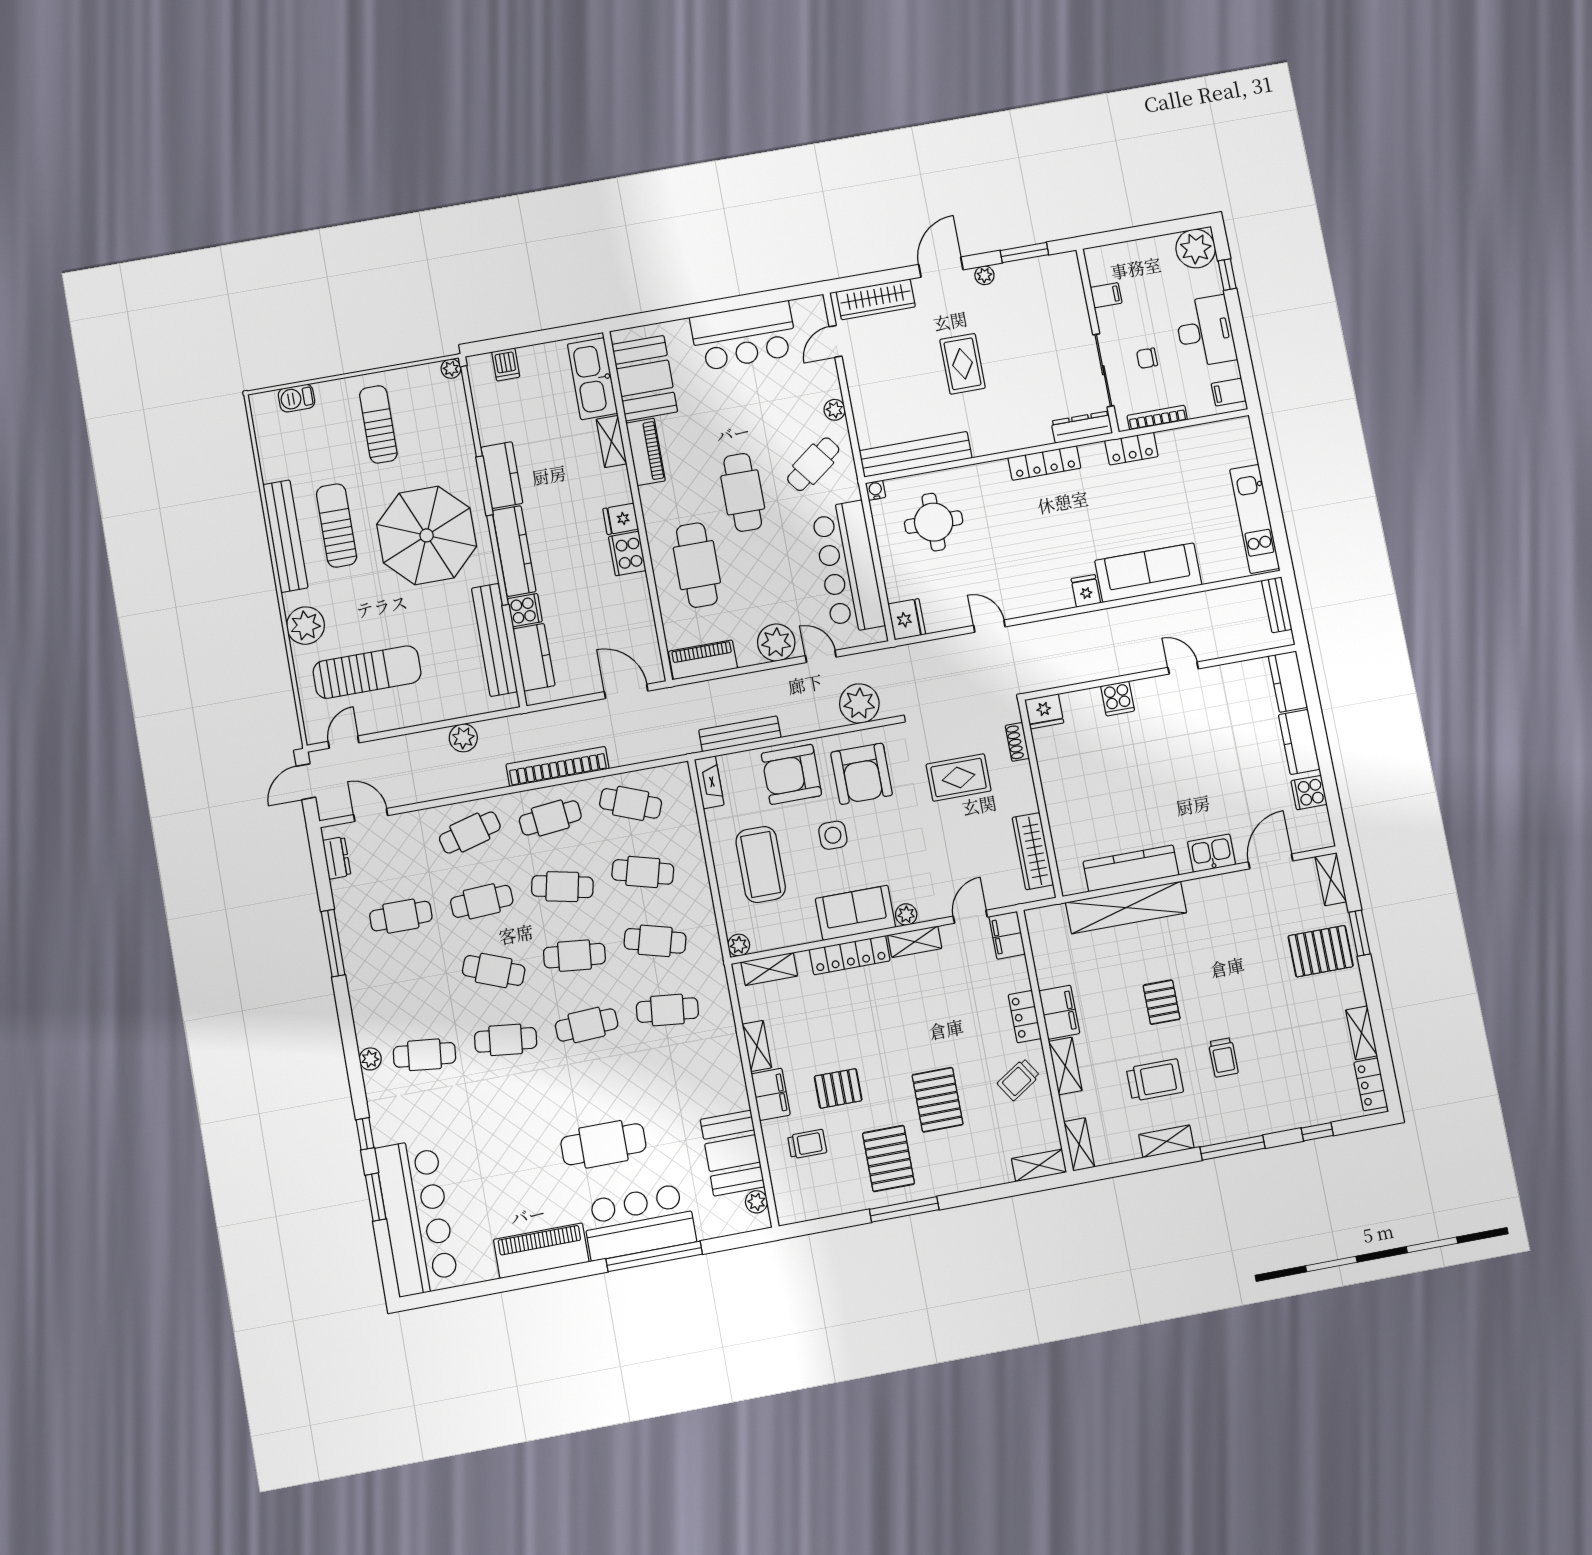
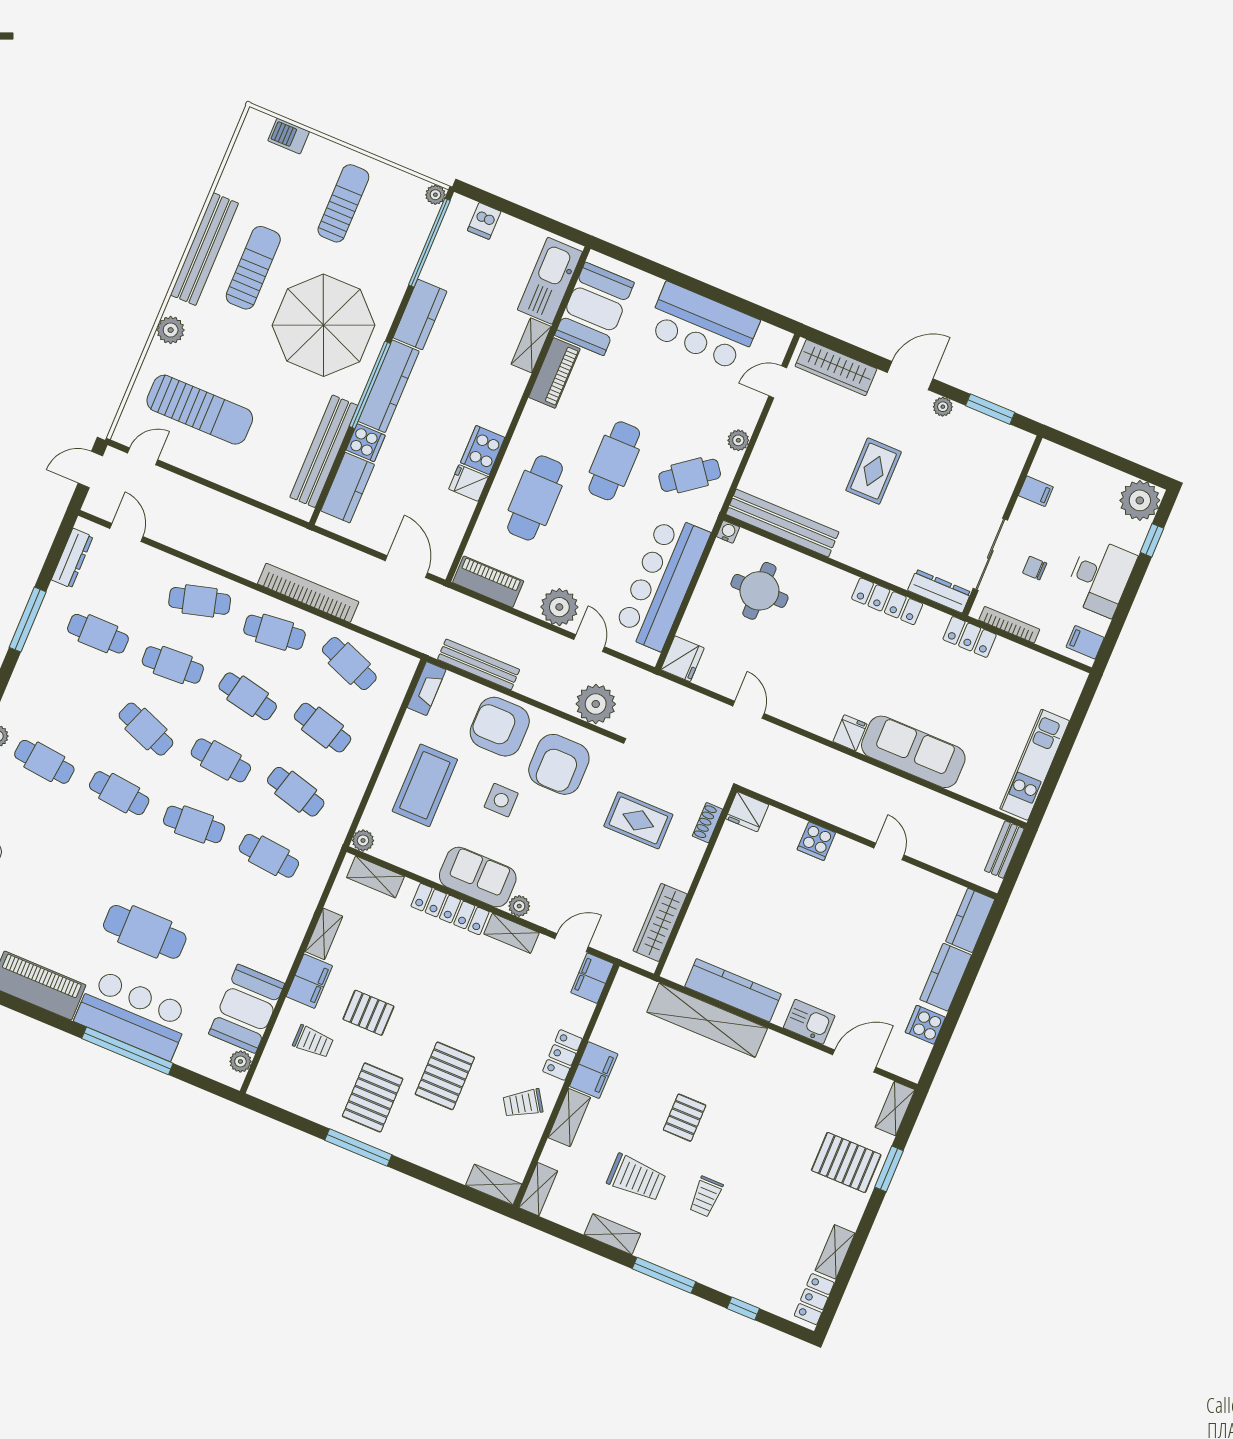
fridge: (621, 519) -> (469, 483), moved
plant: (306, 626) -> (171, 330), width x0.73, depth x0.73
plant: (463, 738) -> (245, 518), removed
dresser: (337, 858) -> (72, 558), width x1.44

